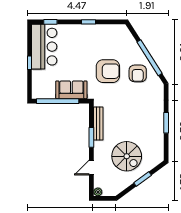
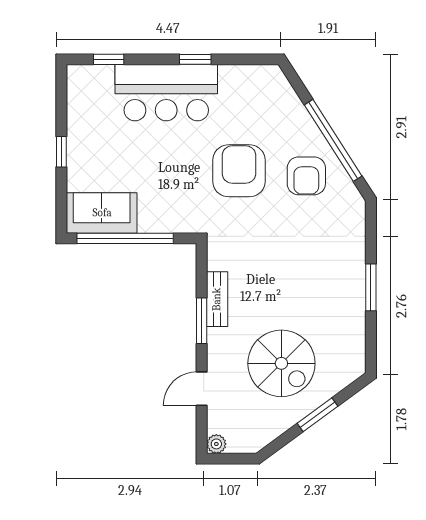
bar counter: (44, 47) -> (166, 93), moved, turned 90
armchair: (108, 71) -> (239, 171), turned -90
sofa: (71, 90) -> (102, 213), moved
bench: (98, 123) -> (217, 299), width x0.73

